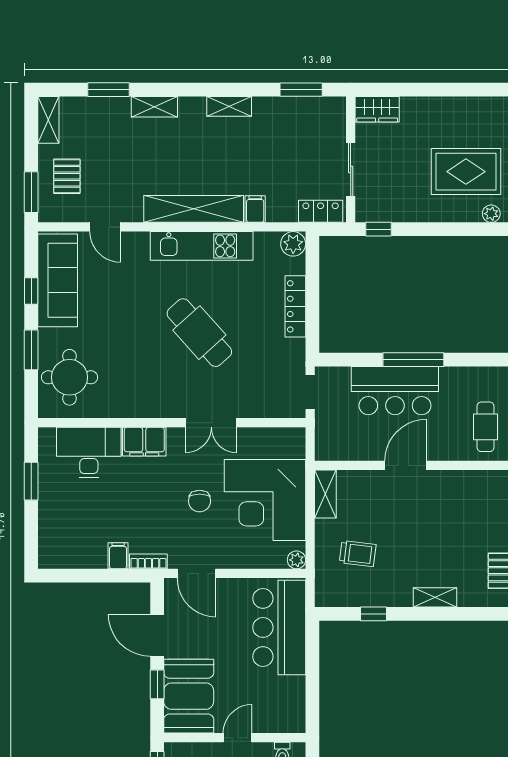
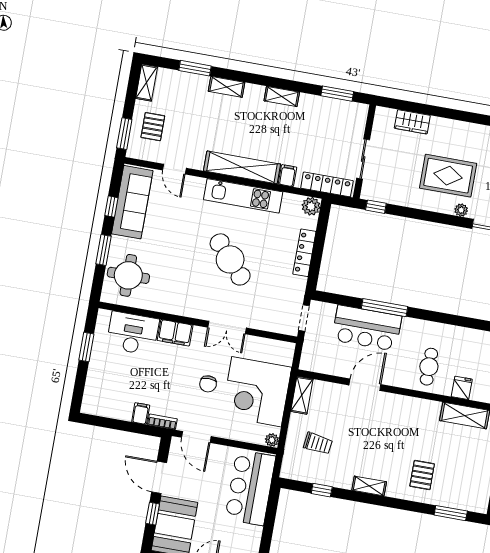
wardrobe: (377, 109) -> (412, 122), moved
locker: (321, 211) -> (327, 184), width x1.53

